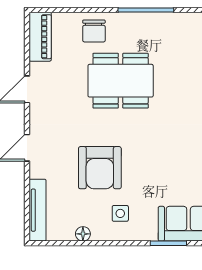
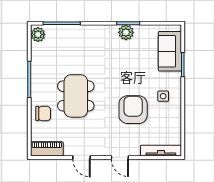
armchair: (100, 168) -> (133, 110), turned -90
floor lamp: (83, 234) -> (177, 121), removed

